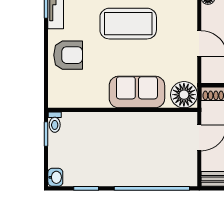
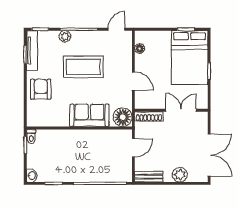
armchair: (68, 55) -> (41, 89), turned -90

